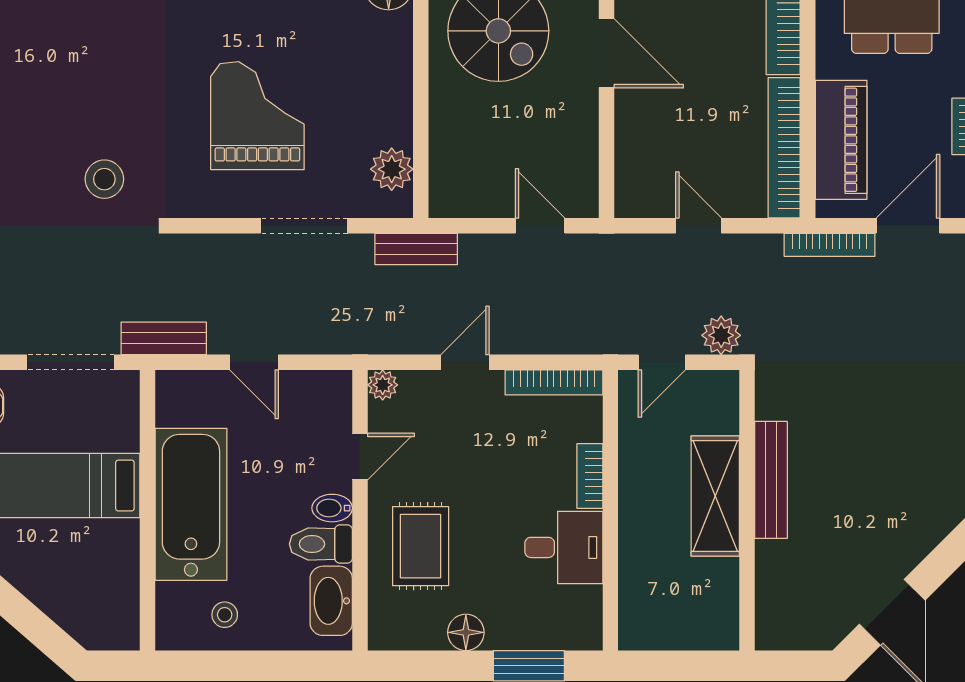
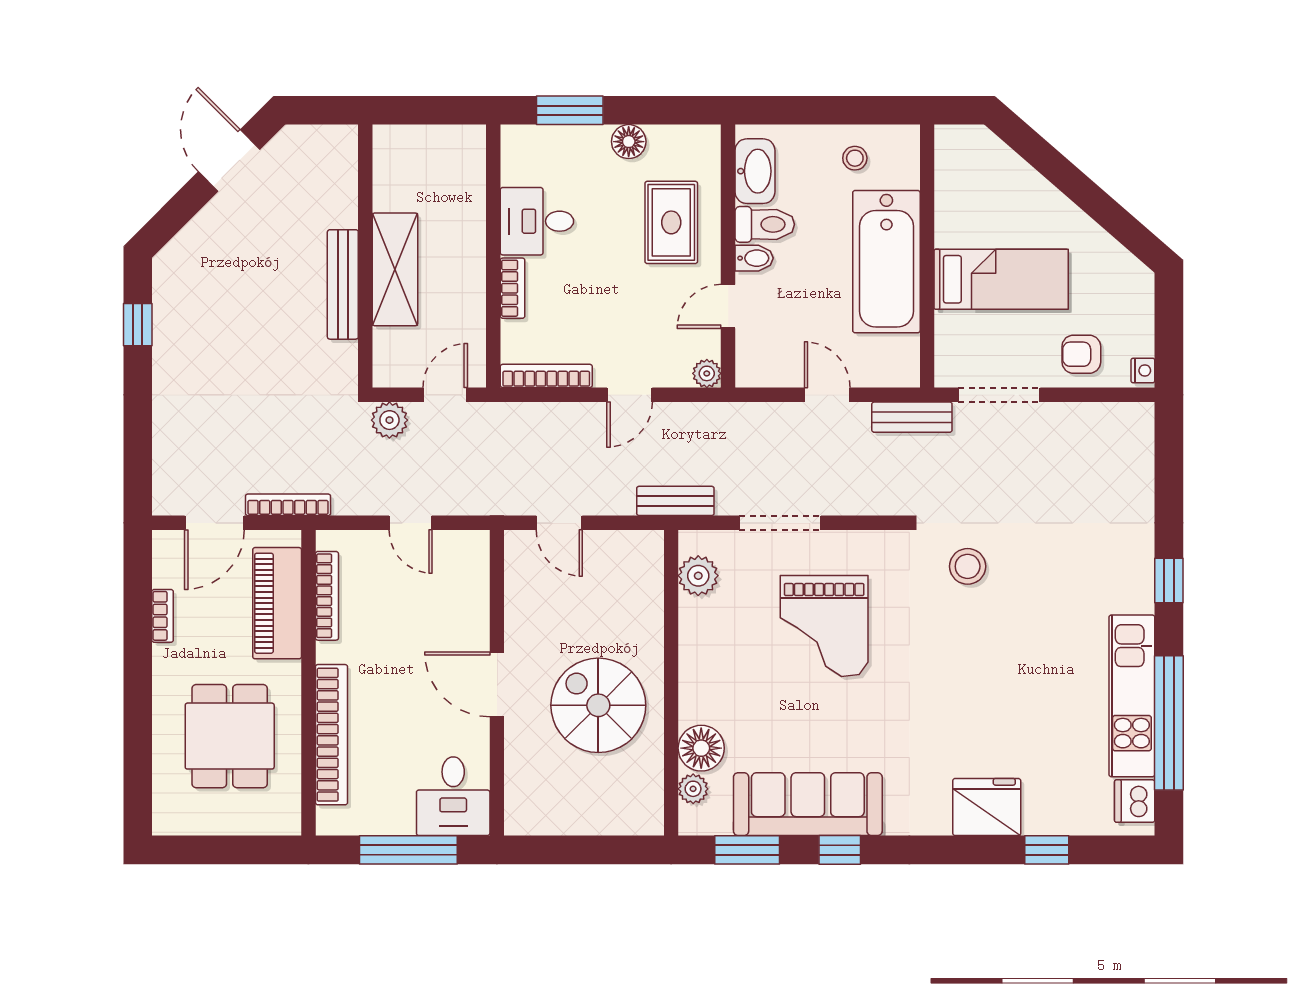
bookcase: (784, 148) -> (327, 596), width x0.68, depth x0.76

